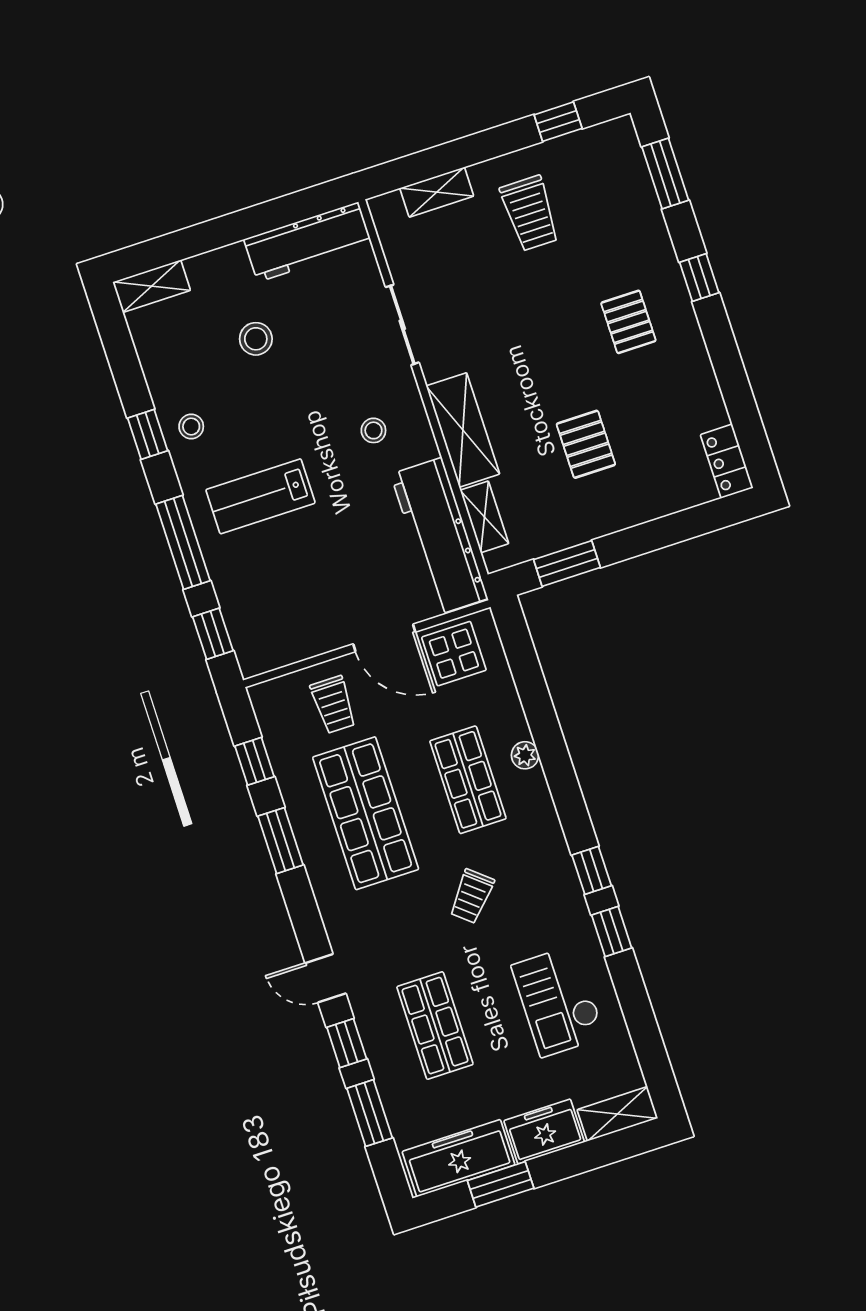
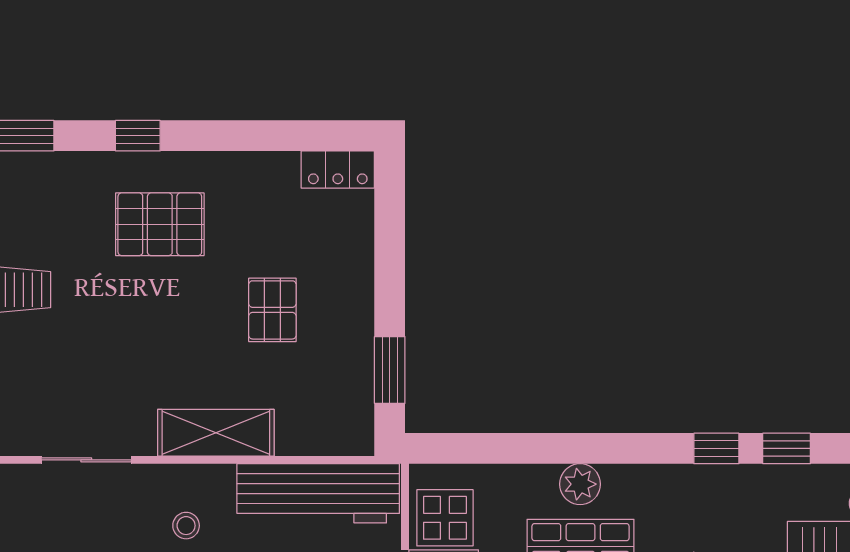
pallet: (628, 322) -> (160, 224), width x1.50, depth x1.42
pallet: (586, 444) -> (272, 310), turned 90
shelving: (484, 517) -> (313, 440), removed
plant: (525, 755) -> (580, 484), width x1.38, depth x1.38

